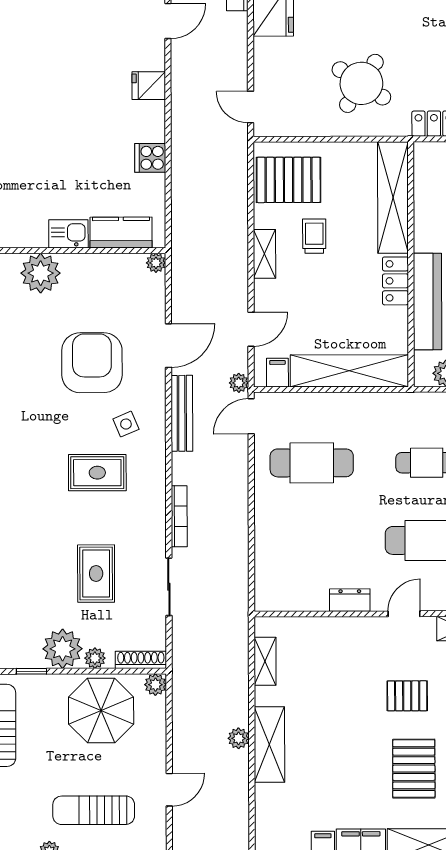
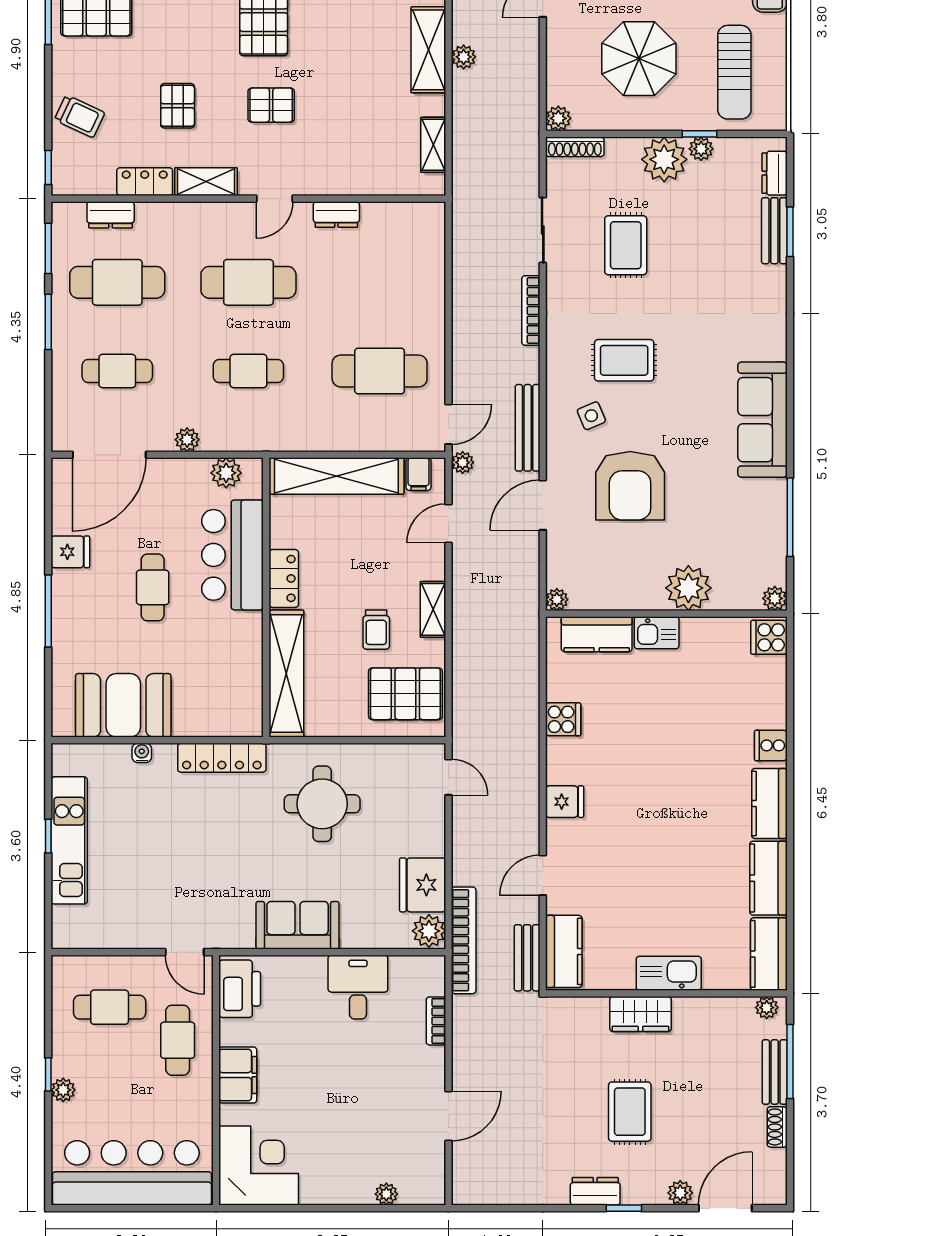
round table: (361, 83) -> (322, 804), turned -33
plant: (95, 658) -> (701, 149), moved
parasol: (101, 711) -> (639, 59), moved

